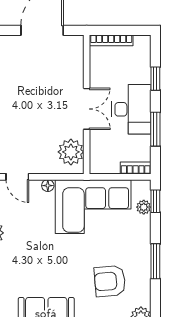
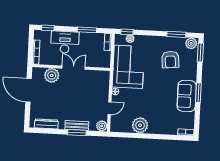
window: (155, 79) -> (48, 28), moved
desk: (131, 109) -> (65, 42), moved
plant: (71, 152) -> (52, 75), moved
window: (155, 261) -> (176, 34), moved

